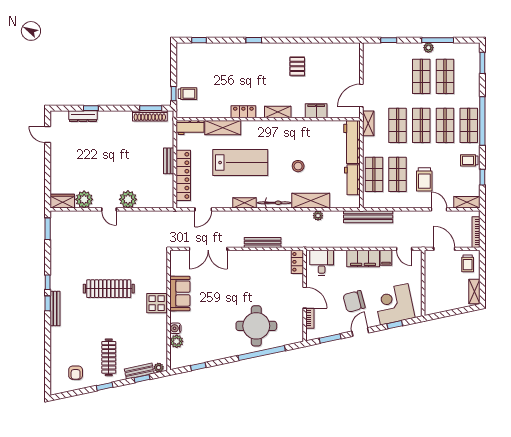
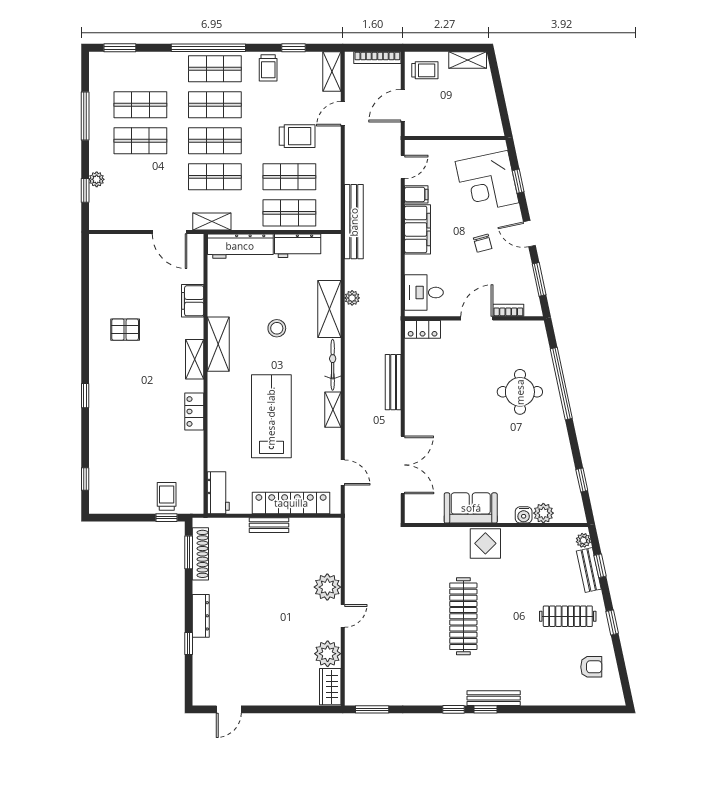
plant: (428, 48) -> (97, 179), moved
dresser: (83, 116) -> (201, 616), moved
shelving: (223, 128) -> (218, 344), moved
chair: (354, 301) -> (483, 243), width x0.54, depth x0.54
round table: (256, 326) -> (520, 392), width x0.73, depth x0.73

